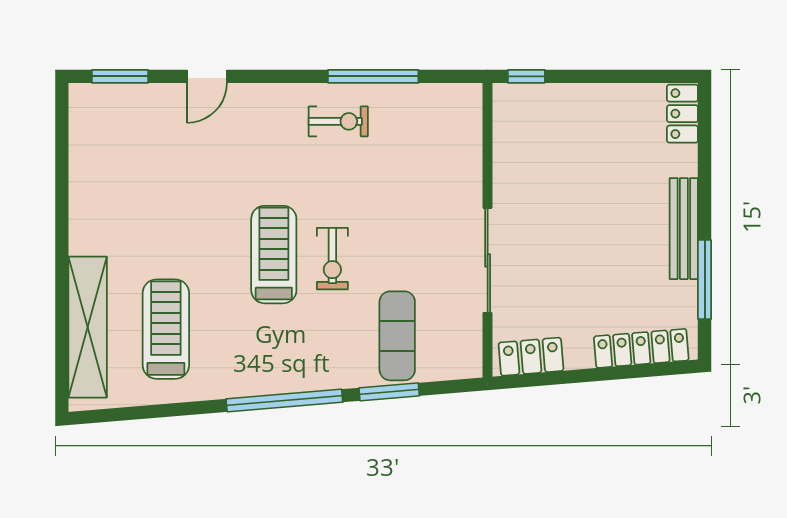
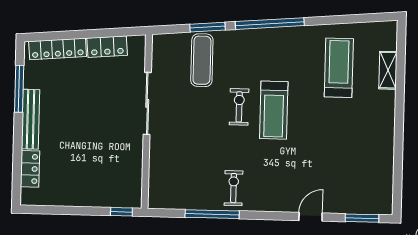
locker: (682, 114) -> (30, 169), moved
exercise bike: (338, 121) -> (234, 188), turned 90
shelving: (88, 327) -> (388, 70), width x0.45, depth x0.75
treadmill: (166, 329) -> (339, 68), turned 180
locker: (531, 357) -> (107, 47), moved

